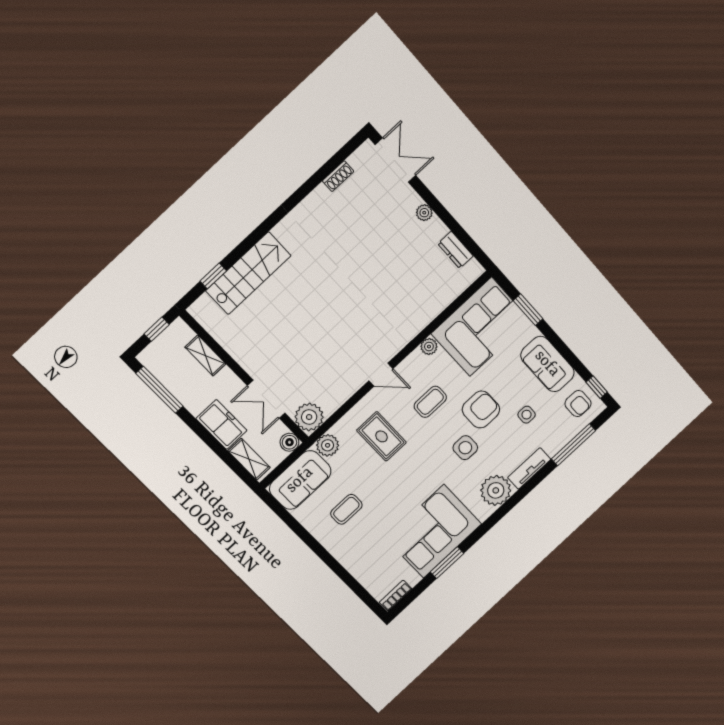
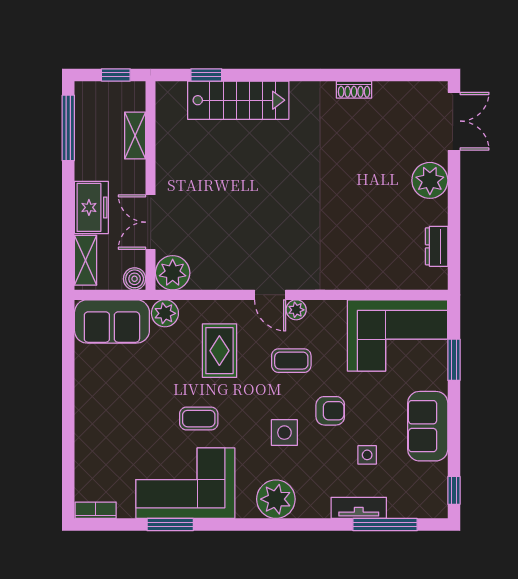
shoe rack: (338, 176) -> (354, 90), moved
plant: (424, 213) -> (430, 180), width x1.88, depth x1.88
plant: (429, 347) -> (296, 310), moved
armchair: (578, 404) -> (423, 489), removed
armchair: (481, 409) -> (330, 411), width x0.72, depth x0.72
tv unit: (529, 468) -> (359, 508), moved
coffee table: (346, 509) -> (199, 419), moved

